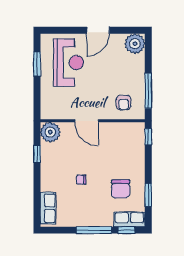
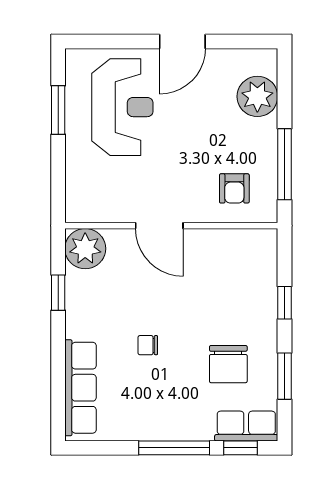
plant: (135, 44) -> (257, 96), moved
window: (148, 137) -> (285, 303), moved
row of seats: (48, 208) -> (81, 388), width x1.48

